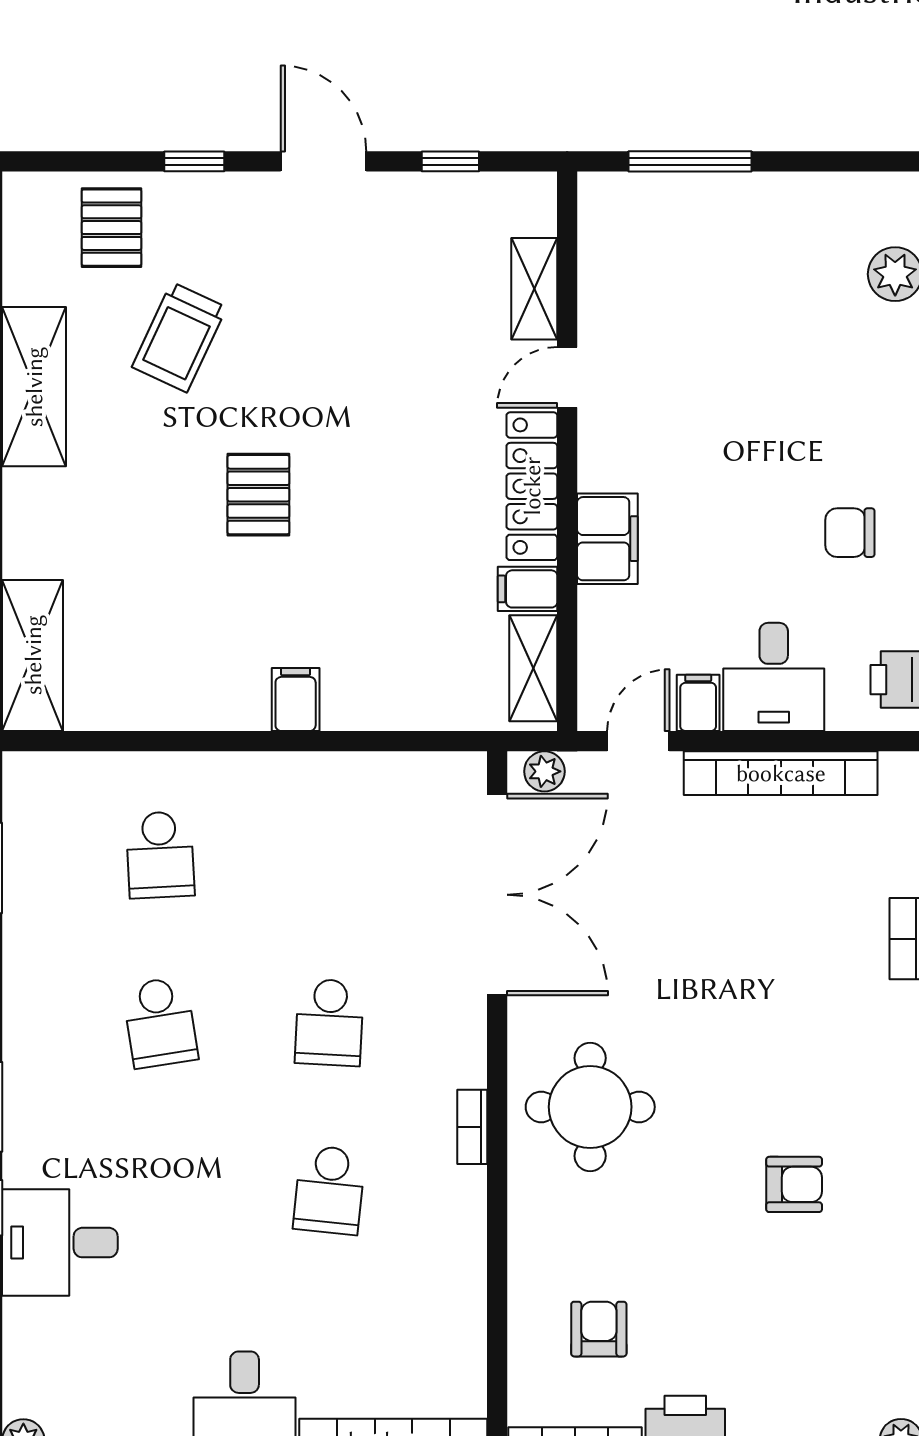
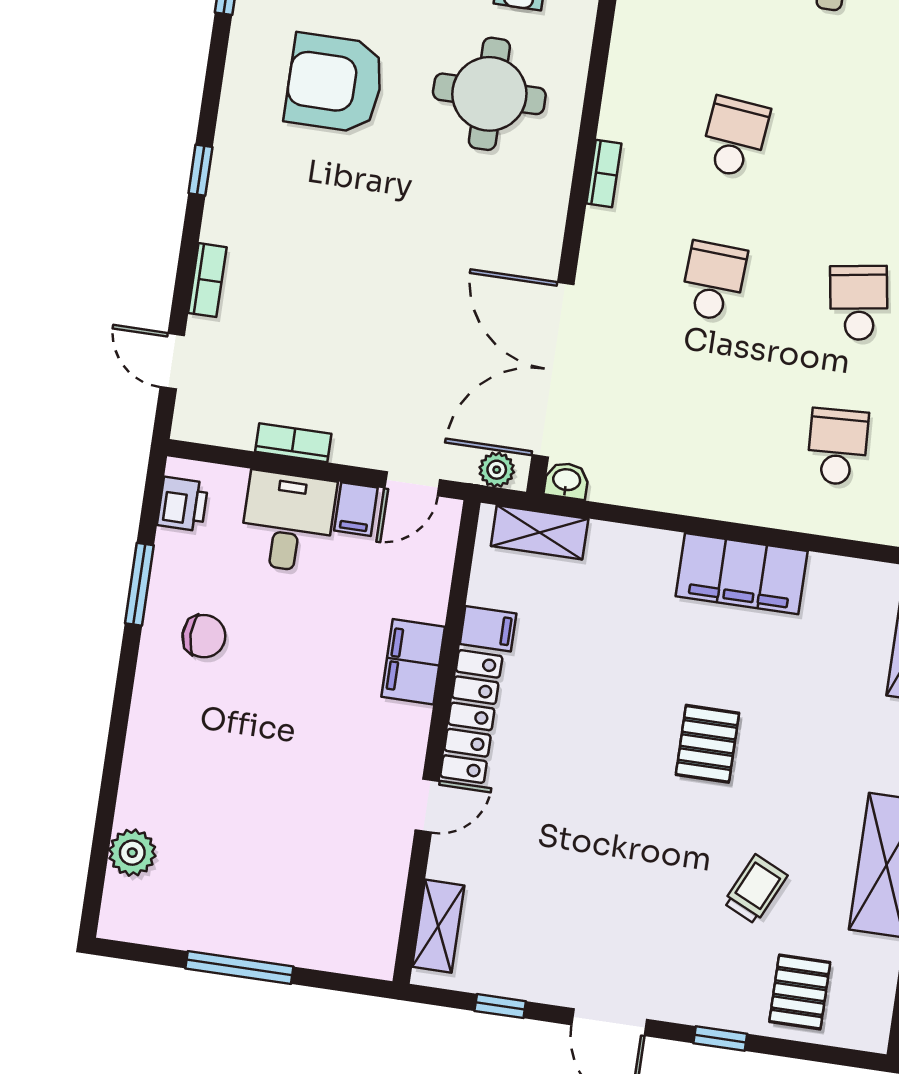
window: (690, 161) -> (239, 968), moved
shelving: (534, 289) -> (438, 926), moved
trolley: (179, 337) -> (755, 889), width x0.73, depth x0.72
shelving: (533, 668) -> (540, 532), moved, turned 90
filing cabinet: (296, 700) -> (742, 574), width x3.00, depth x1.17
washbasin: (463, 771) -> (567, 481), added
bookcase: (781, 773) -> (293, 443), width x0.43, depth x0.76
round table: (590, 1107) -> (489, 94), moved
armchair: (794, 1184) -> (335, 83), width x1.88, depth x1.88

